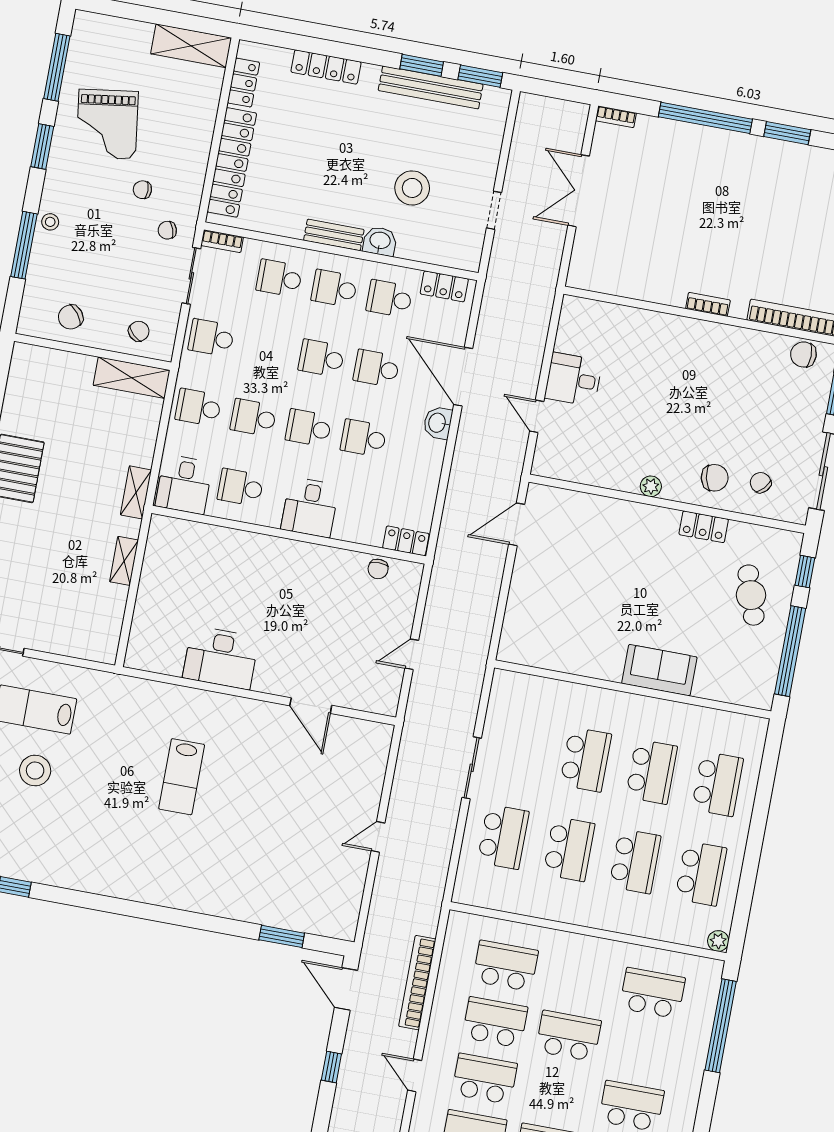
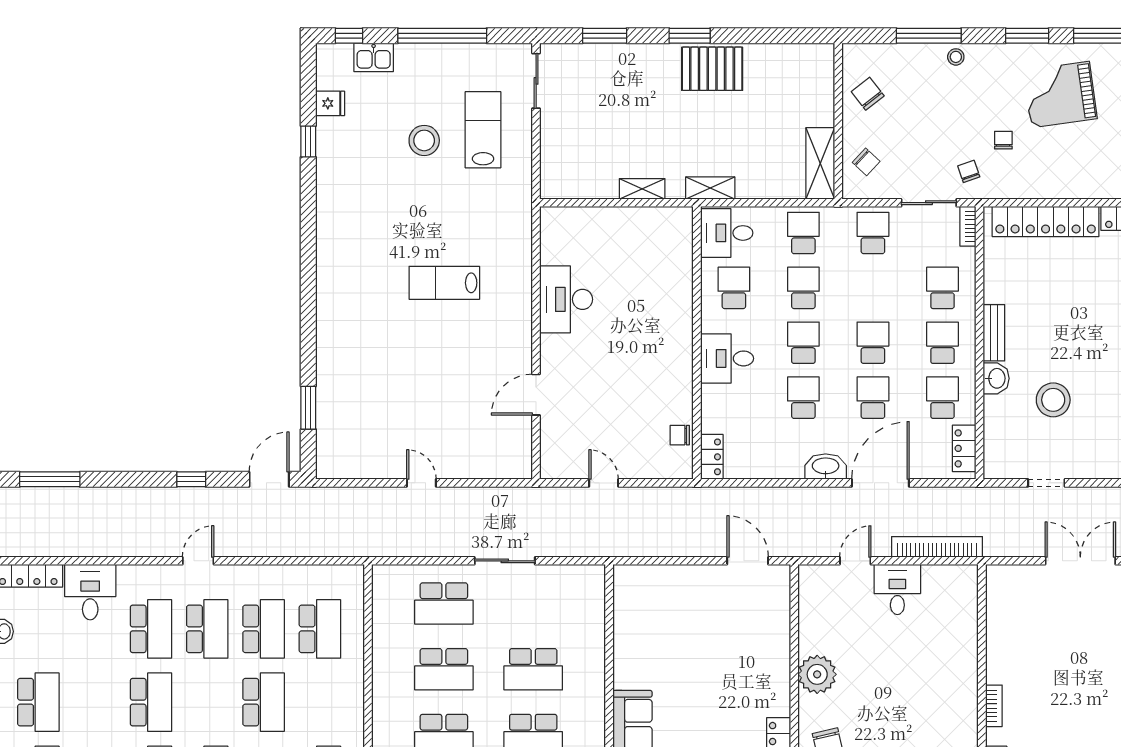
washbasin: (438, 423) -> (826, 467), width x1.38
plant: (651, 486) -> (817, 674), width x1.87, depth x1.87
bookcase: (417, 983) -> (937, 547), moved

